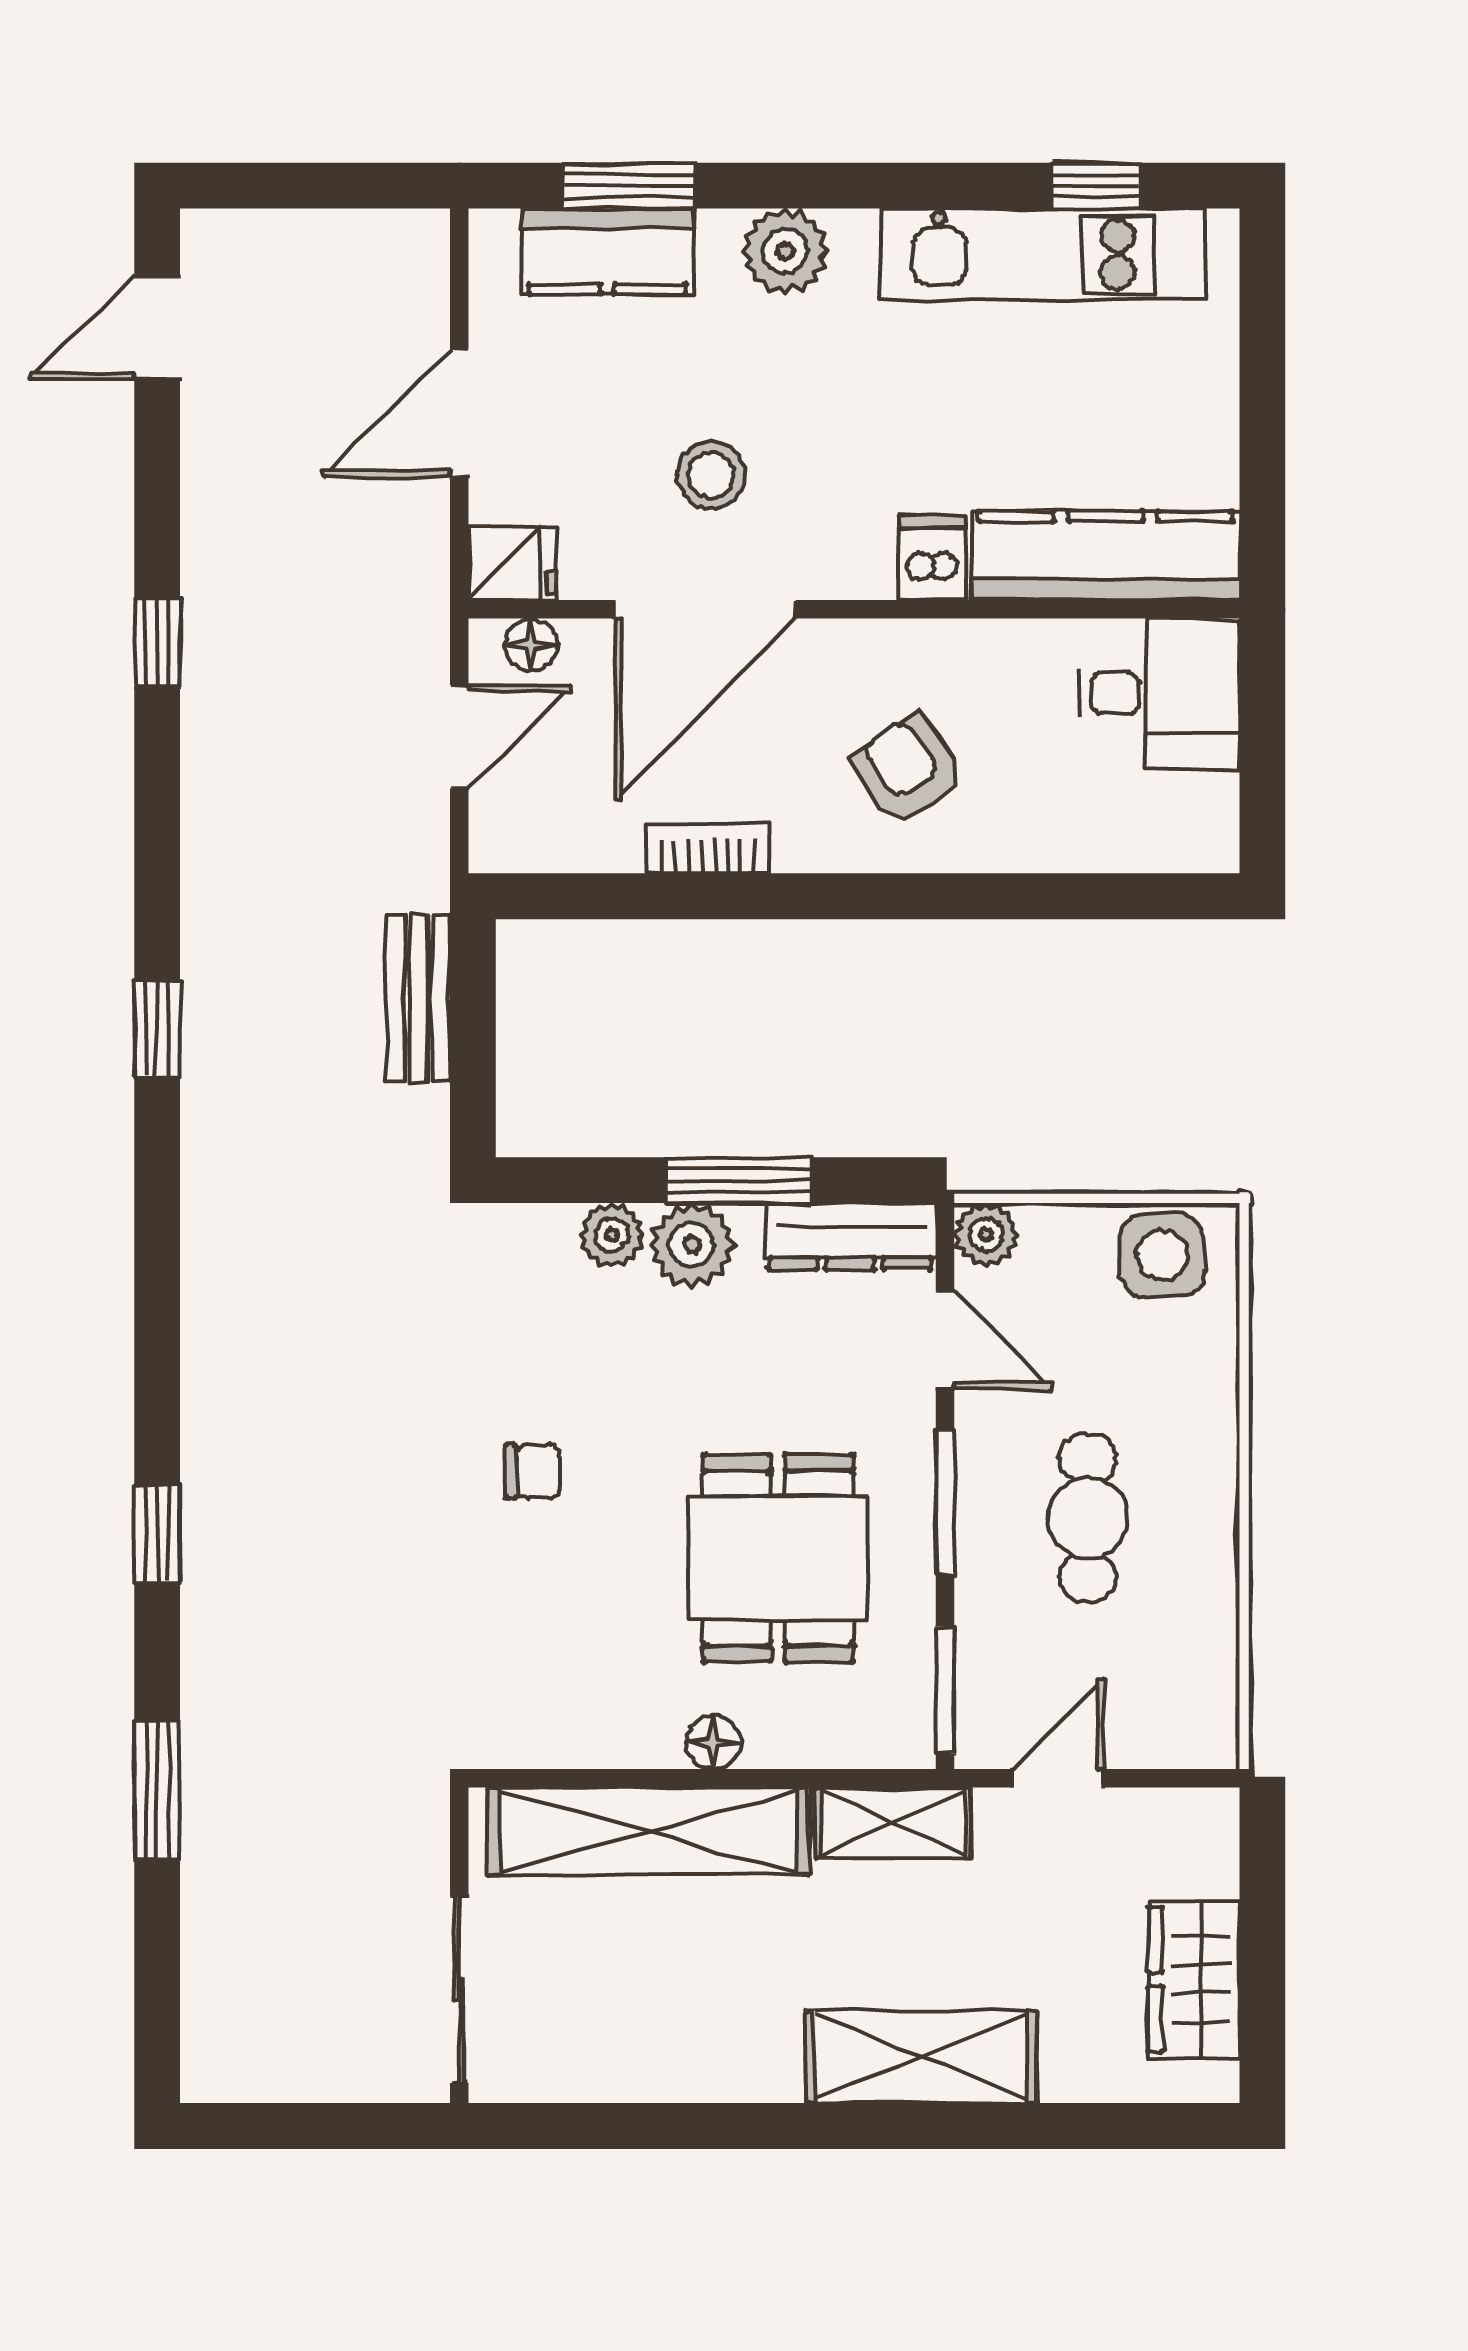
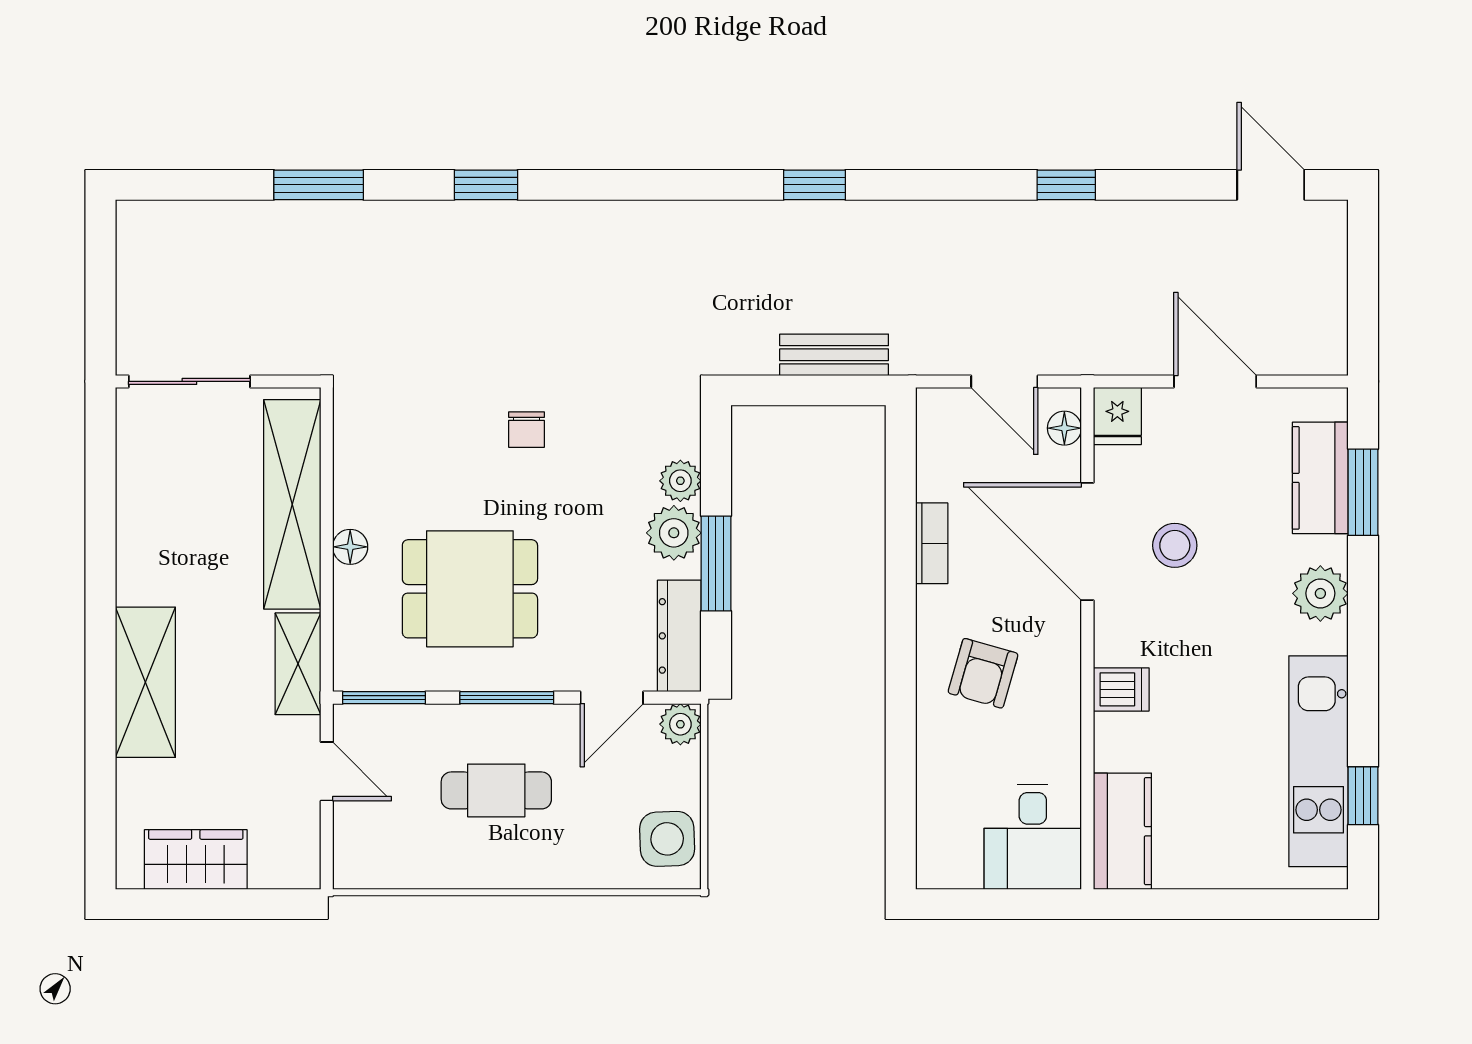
kitchen counter: (1106, 556) -> (1122, 831), width x0.67
armchair: (908, 770) -> (983, 673), turned 140

